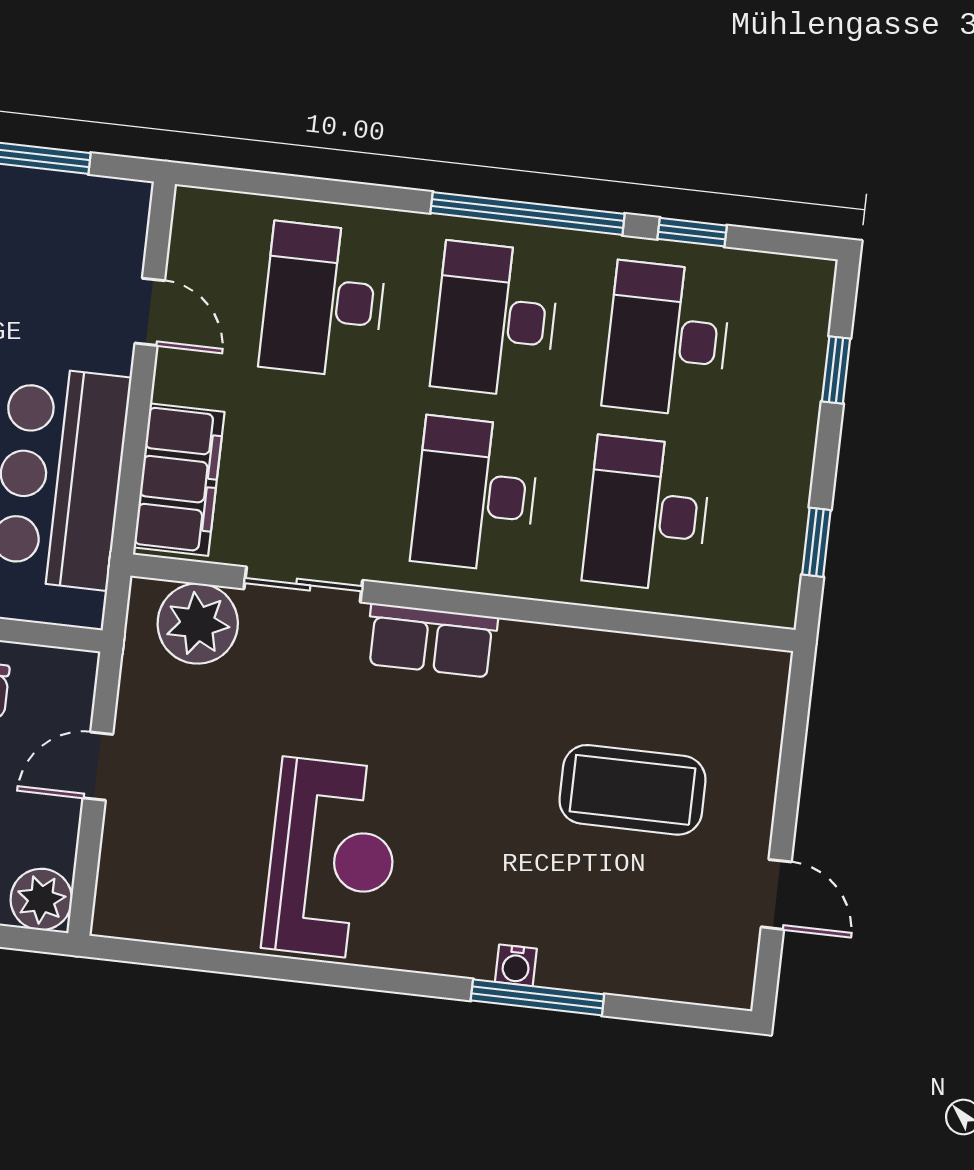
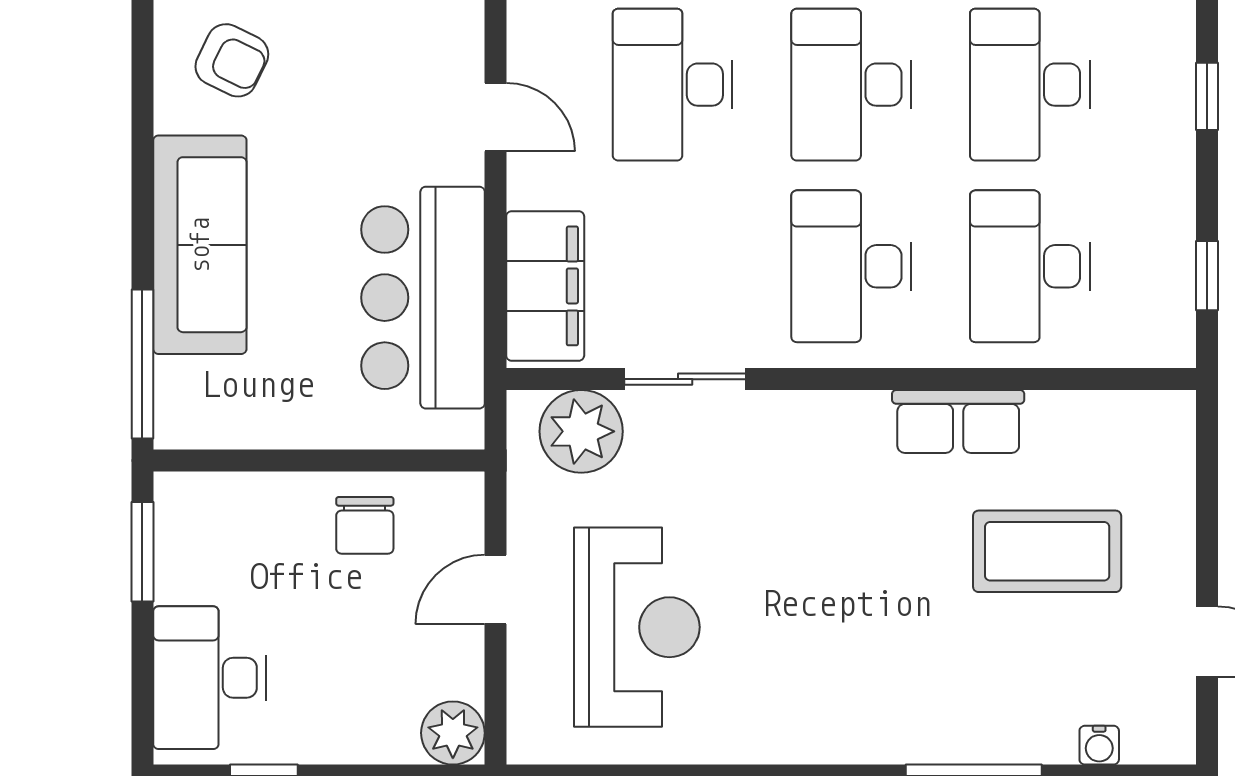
row of seats: (431, 641) -> (958, 421), moved
reception desk: (332, 859) -> (637, 627), moved
water cooler: (516, 965) -> (1099, 745), moved

